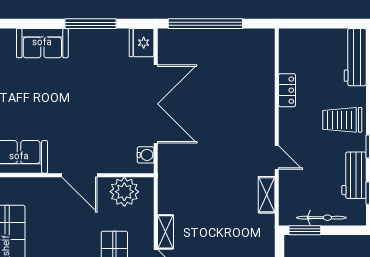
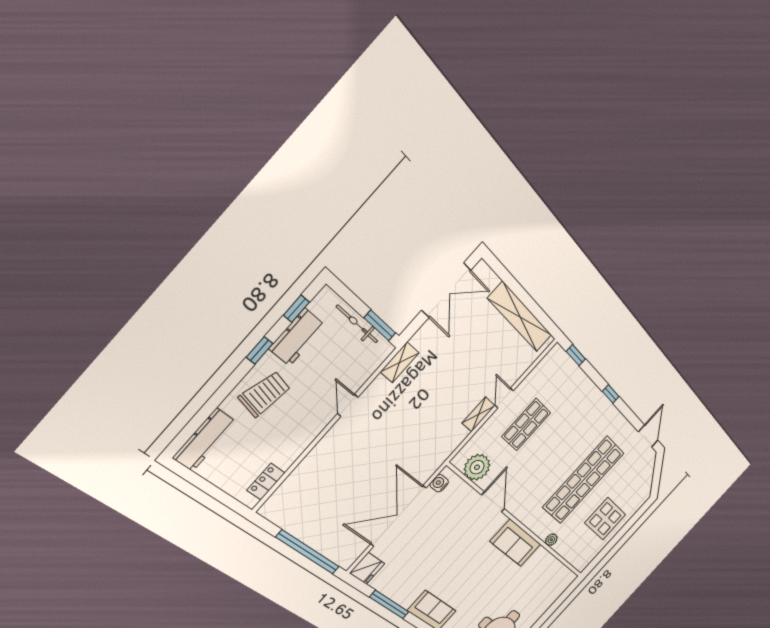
locker: (287, 90) -> (266, 482), moved
trolley: (342, 120) -> (265, 394), turned -78
shelving: (267, 195) -> (400, 362), moved

